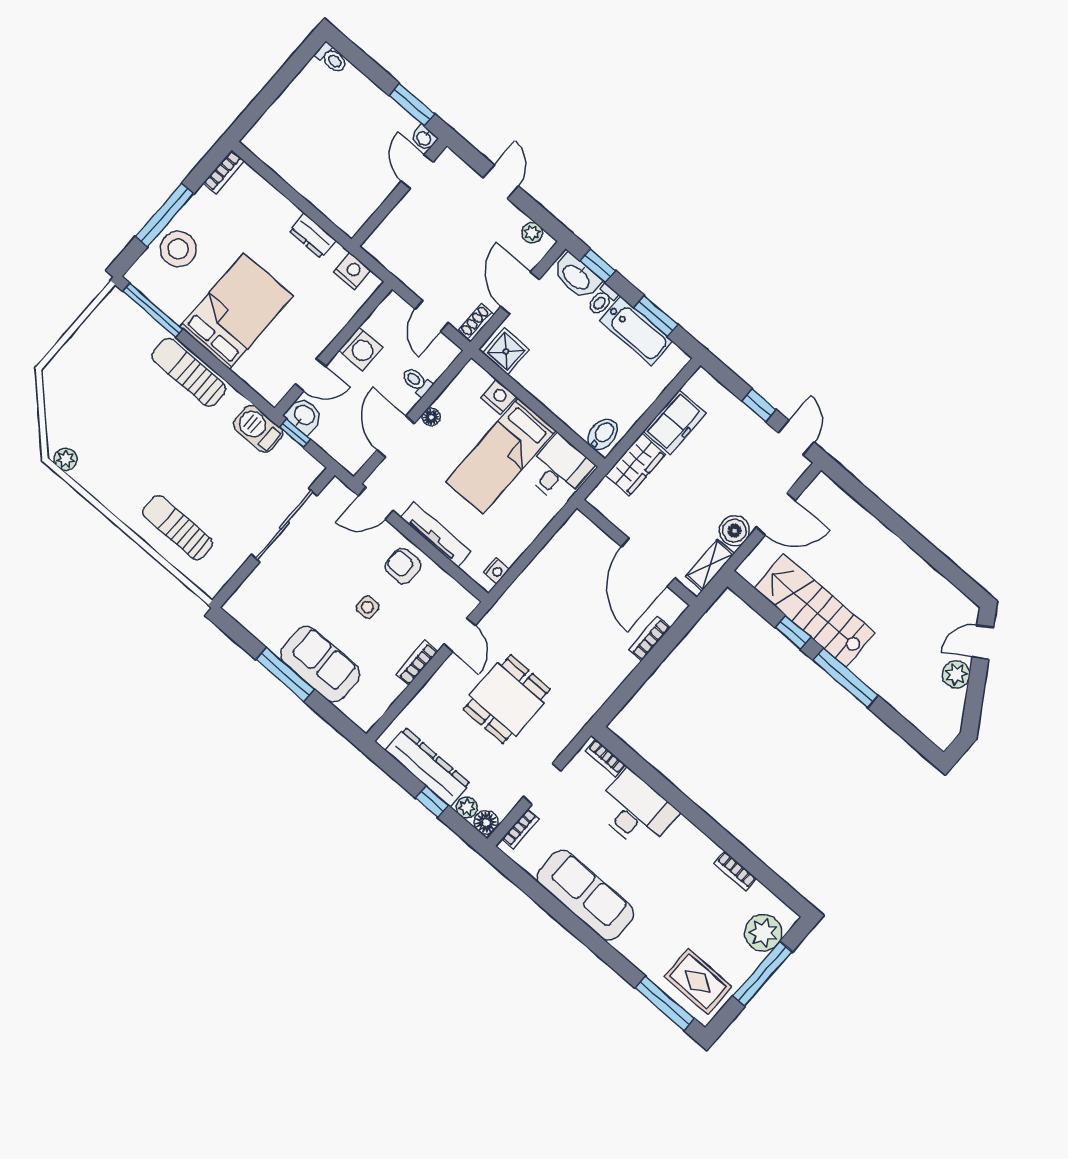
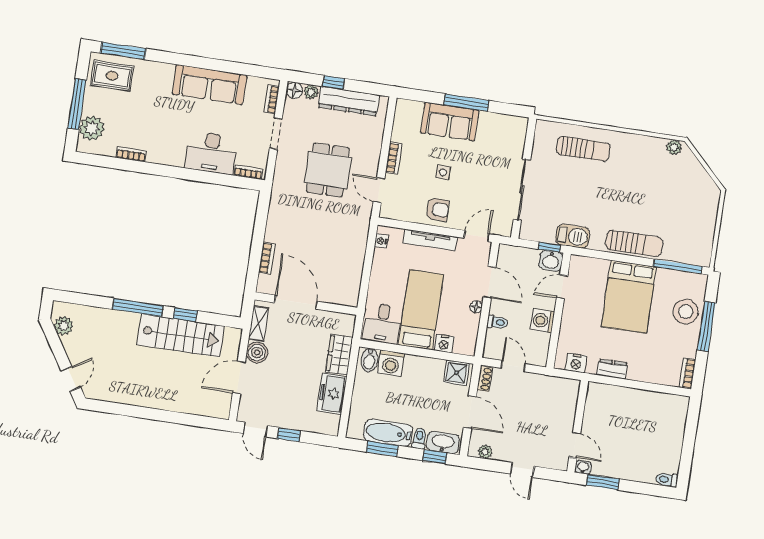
washing machine: (579, 414) -> (391, 363), added
plant: (956, 674) -> (64, 326), moved

